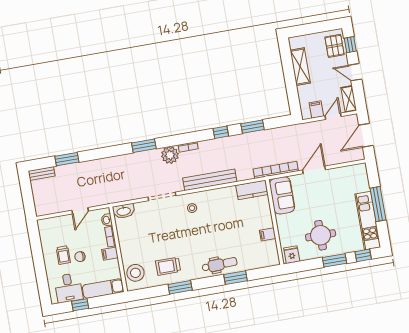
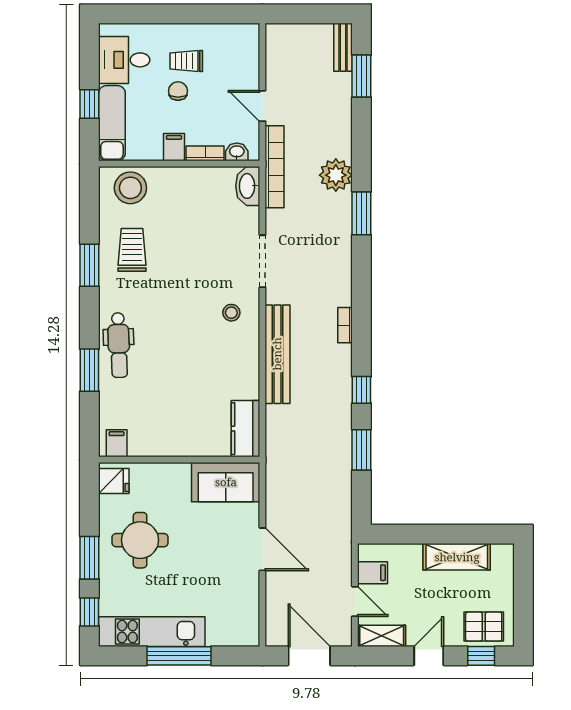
window: (144, 146) -> (361, 213), moved
plant: (170, 155) -> (336, 175), moved
window: (67, 159) -> (361, 76), moved
bookcase: (276, 170) -> (275, 167), moved
filing cabinet: (268, 234) -> (117, 443), moved
window: (80, 305) -> (89, 104), moved

